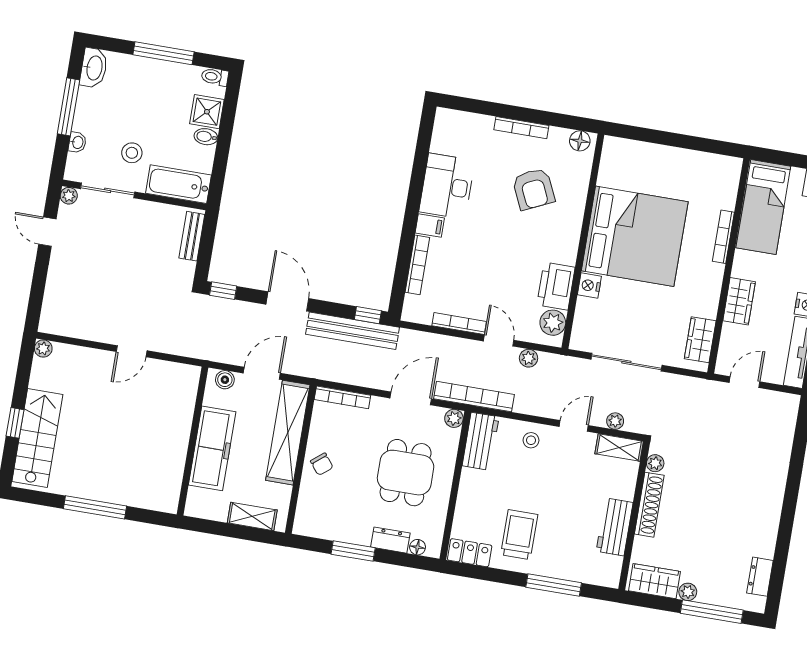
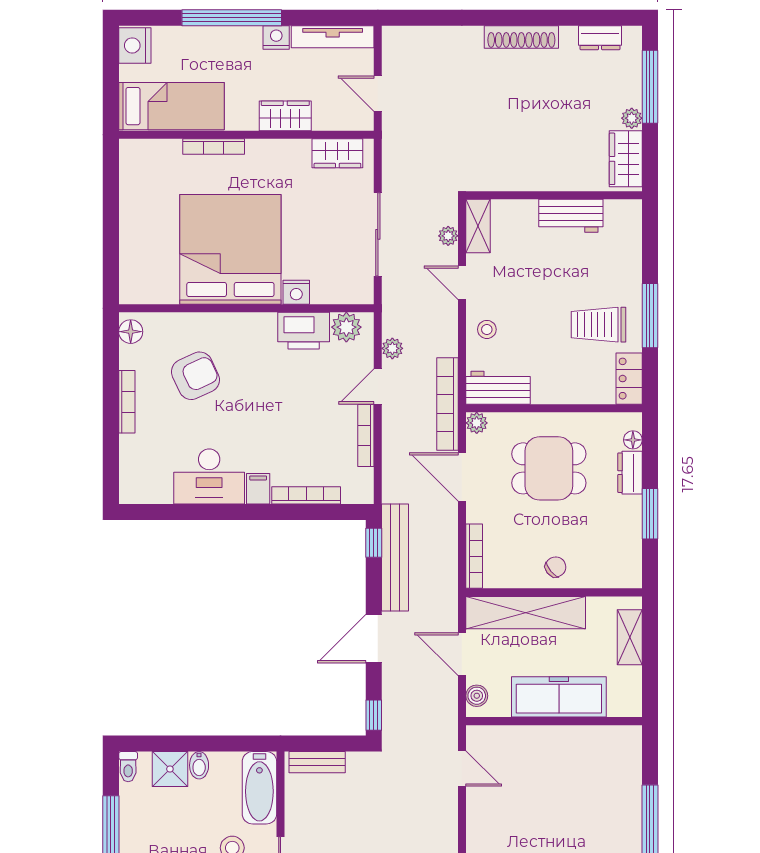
door: (132, 351) -> (462, 768), moved
plant: (655, 463) -> (489, 181), removed
shoe rack: (649, 505) -> (521, 37), moved, turned 180
window: (554, 585) -> (650, 316), moved

